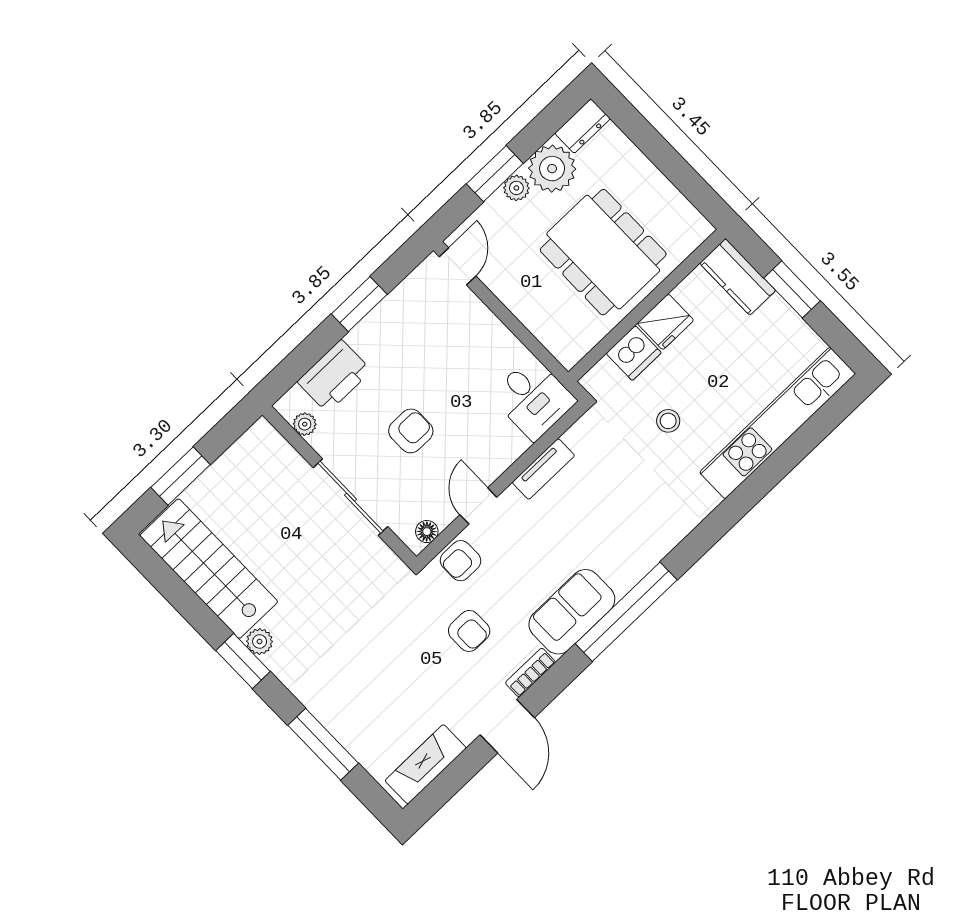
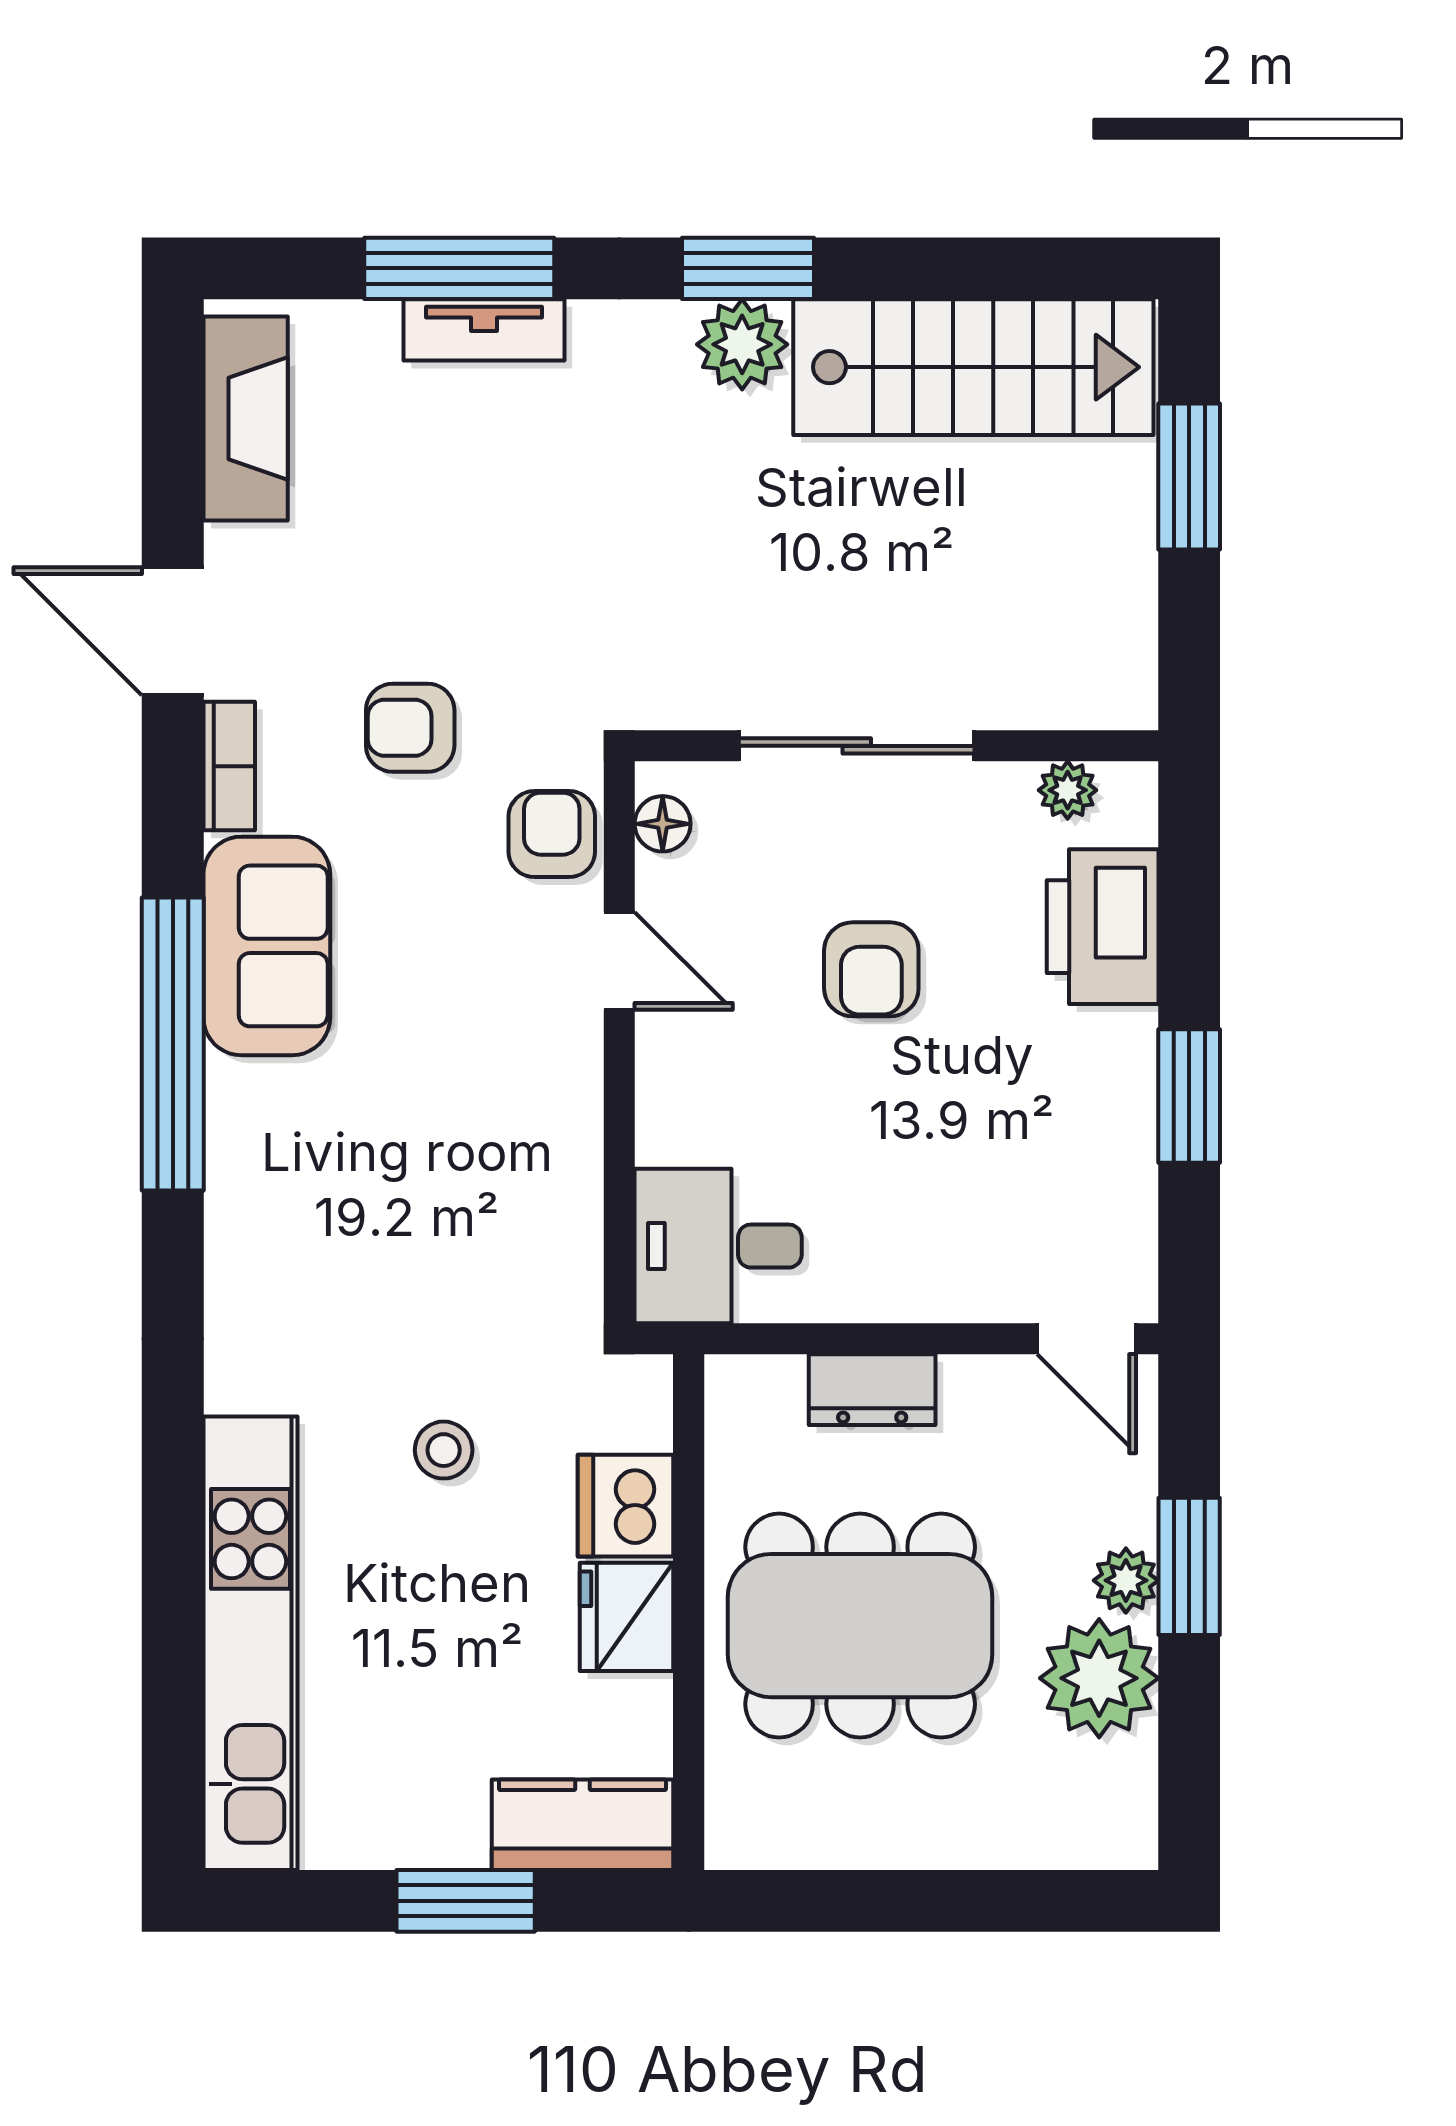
dresser: (583, 126) -> (872, 1390), moved, turned -90
tv unit: (543, 469) -> (484, 330), moved, turned -90
plant: (260, 641) -> (742, 344), width x1.38, depth x1.38

